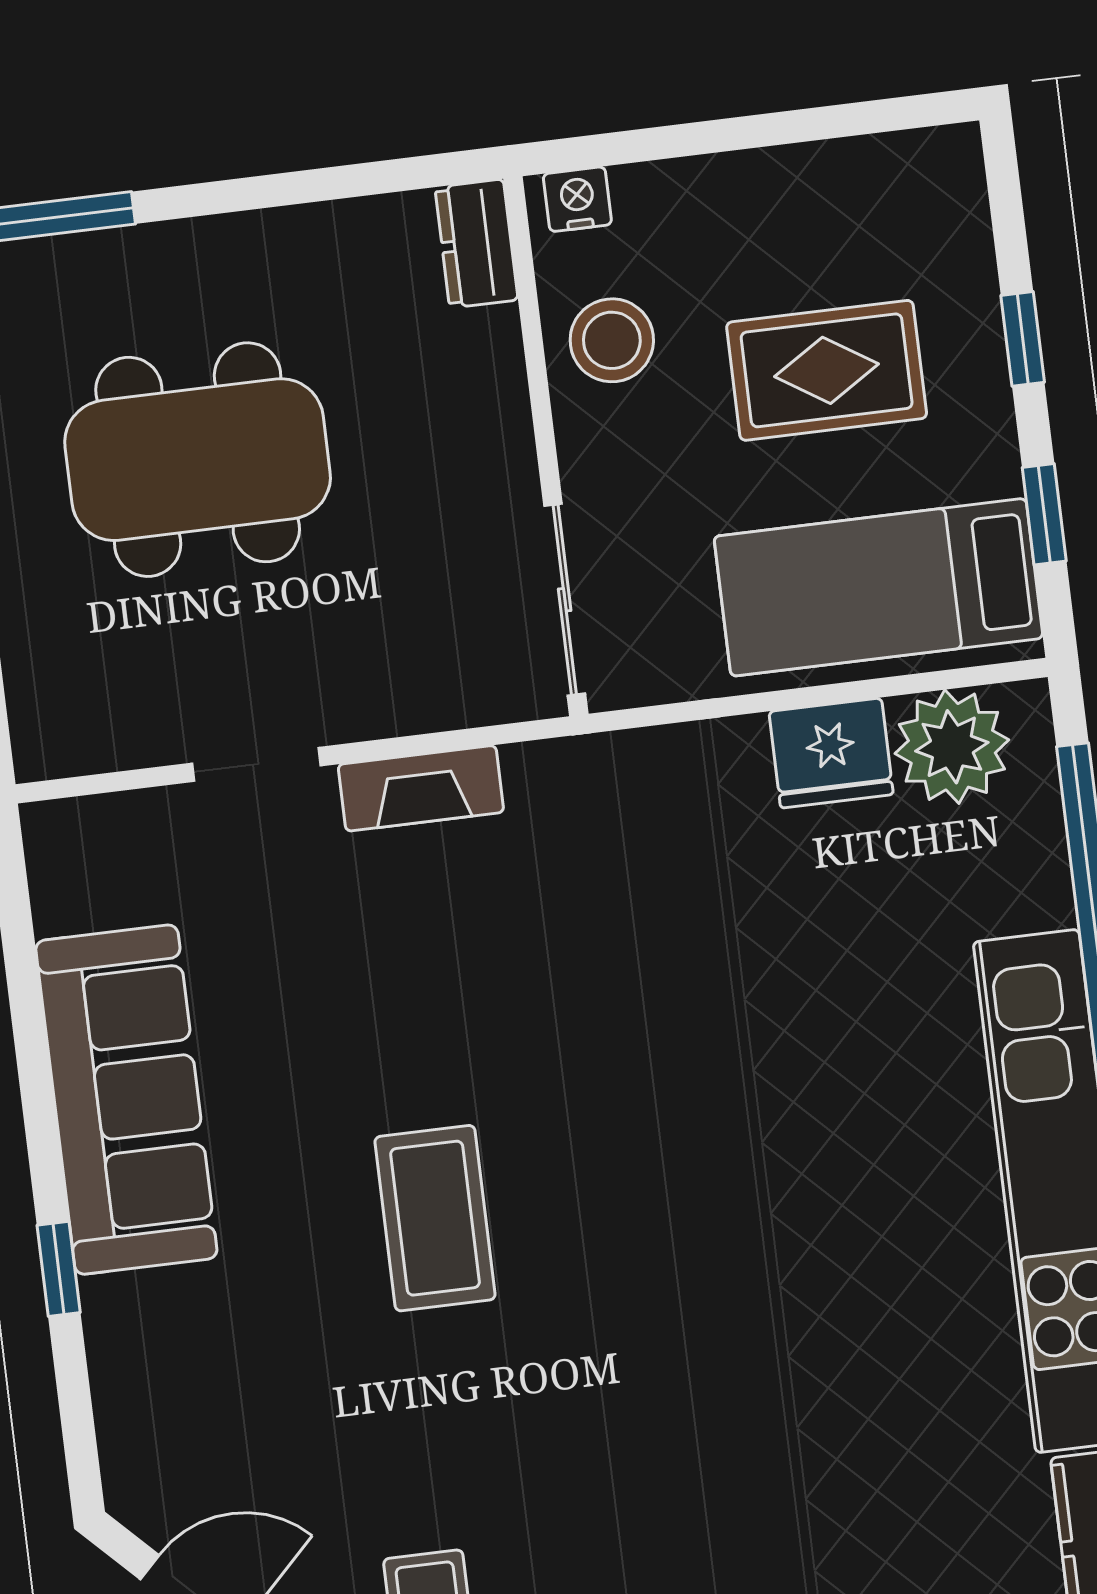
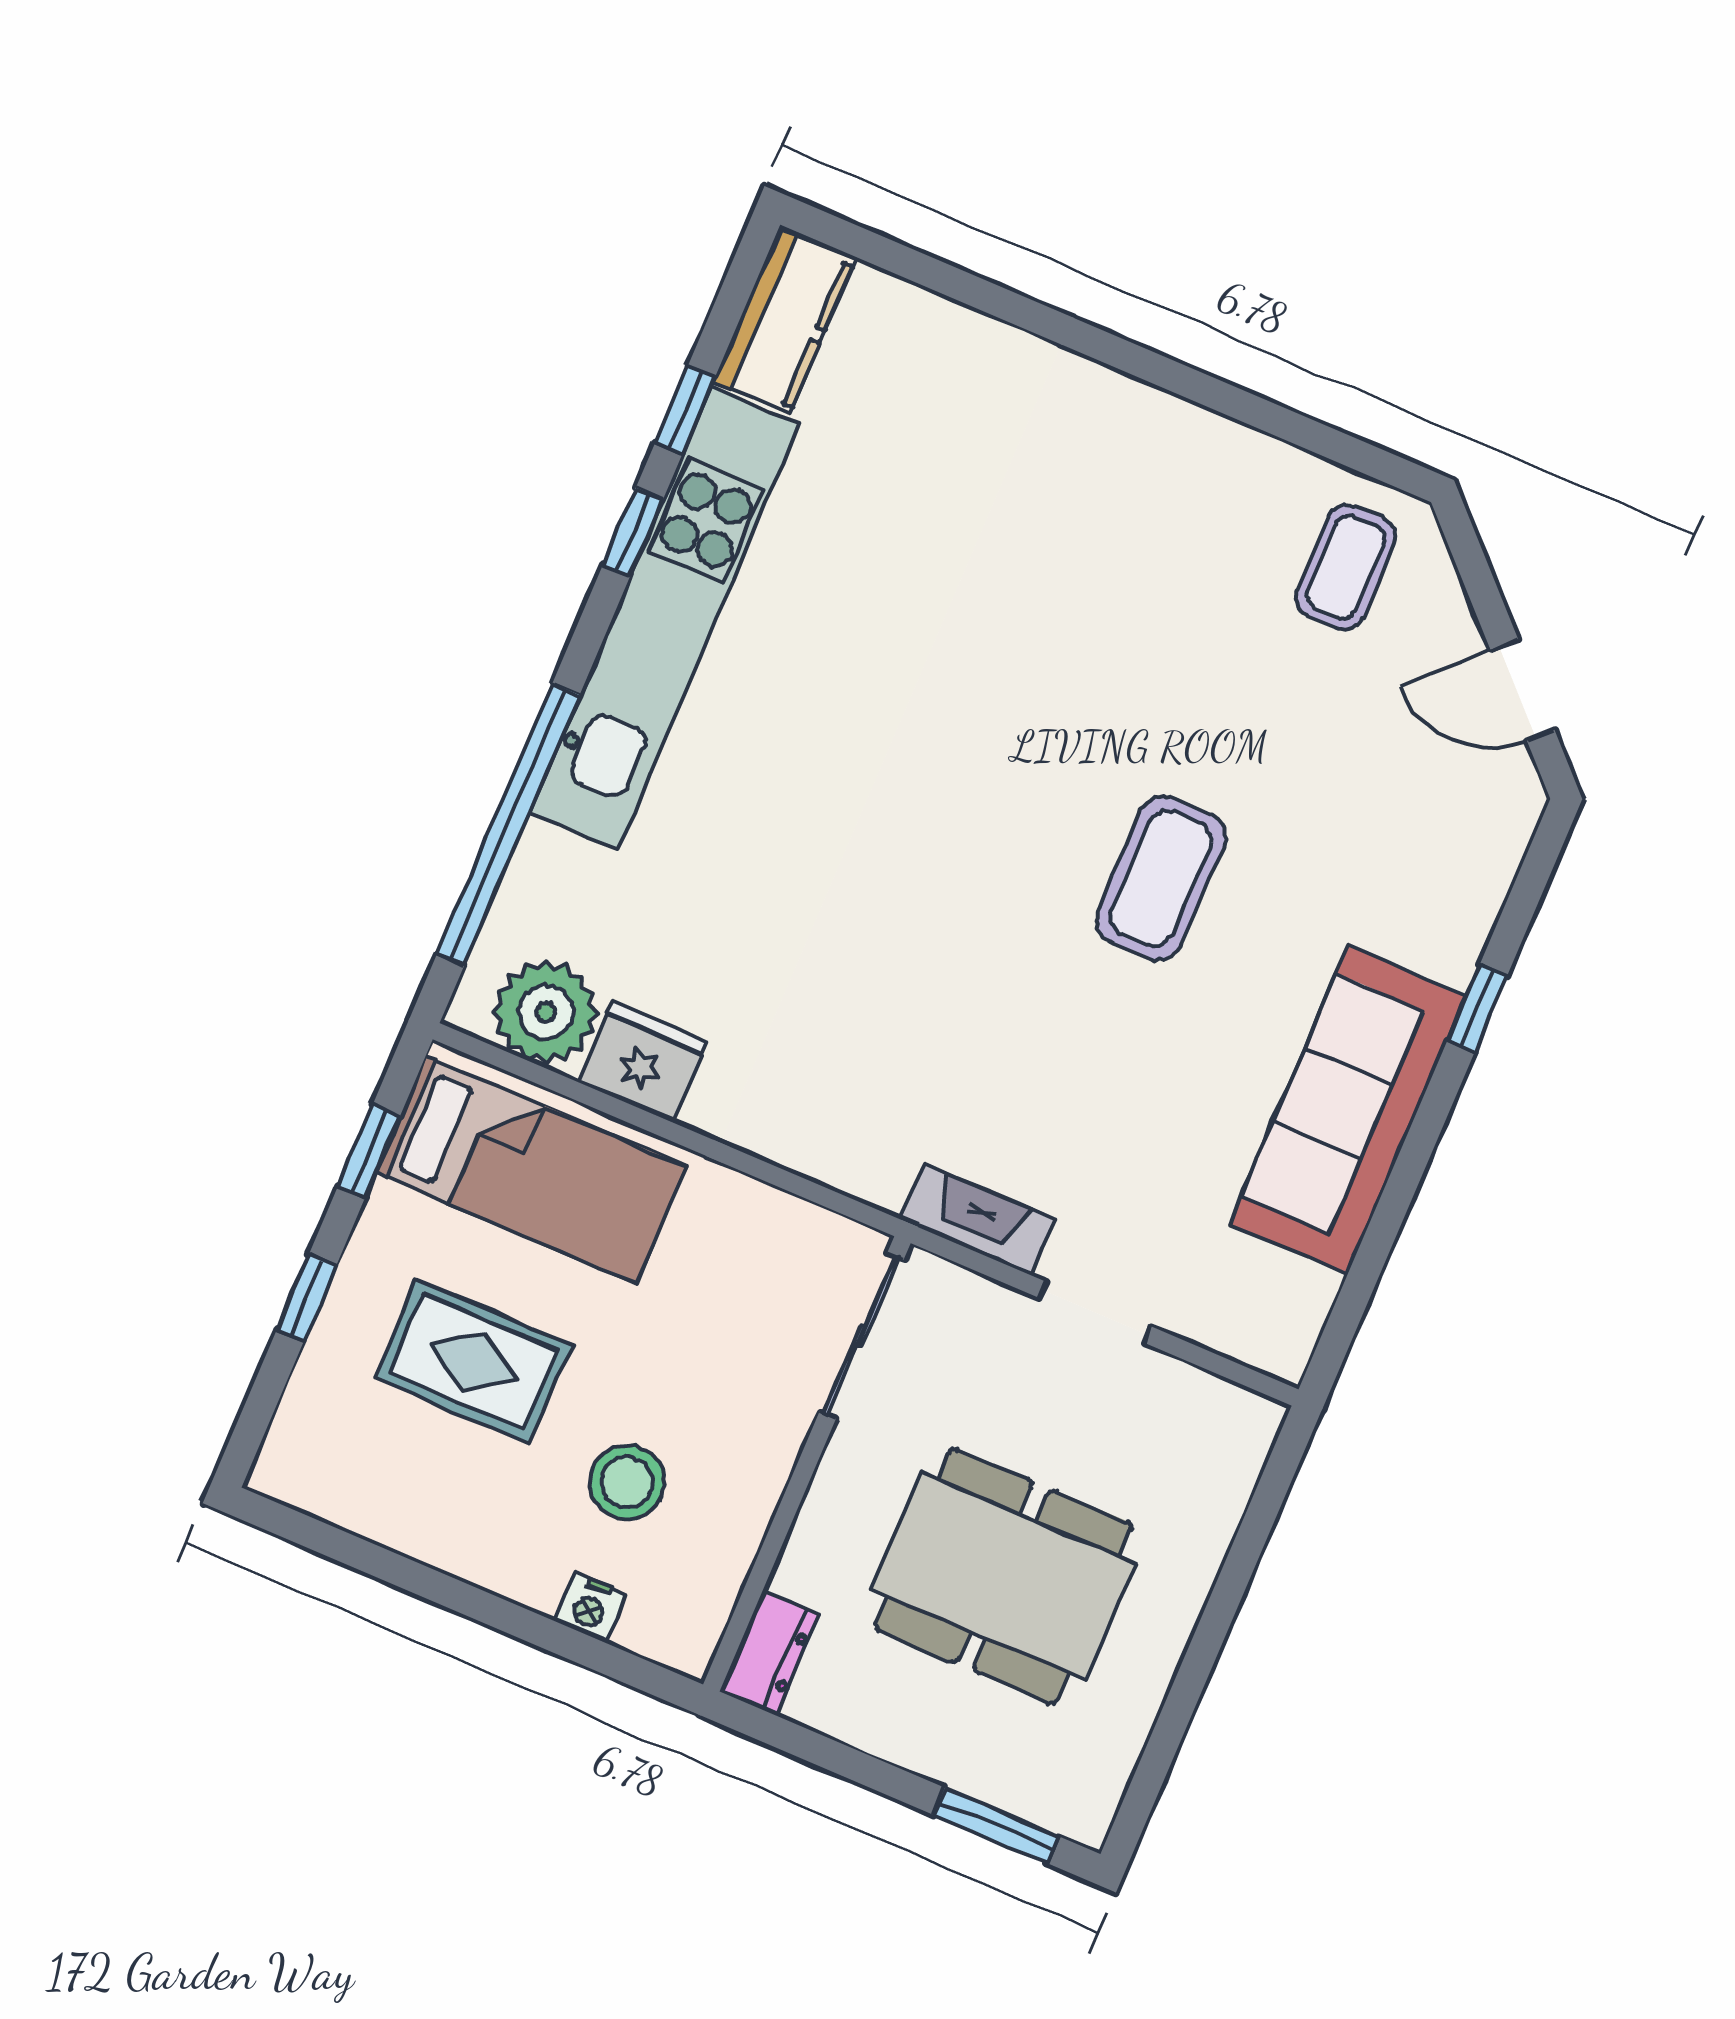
dresser: (477, 244) -> (769, 1653), moved
wall: (546, 446) -> (807, 1464), moved
sliding door: (565, 600) -> (862, 1336), moved

